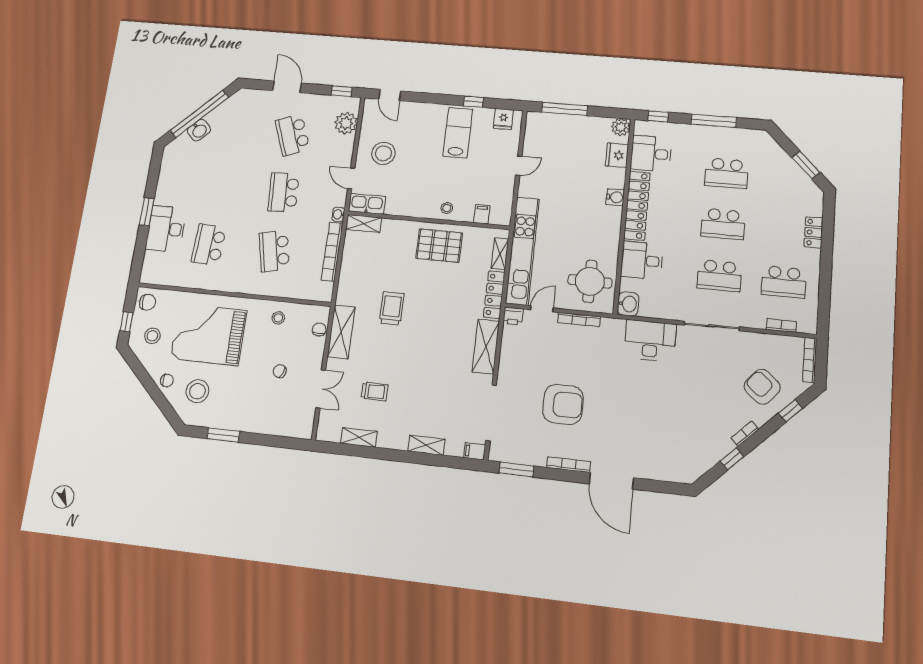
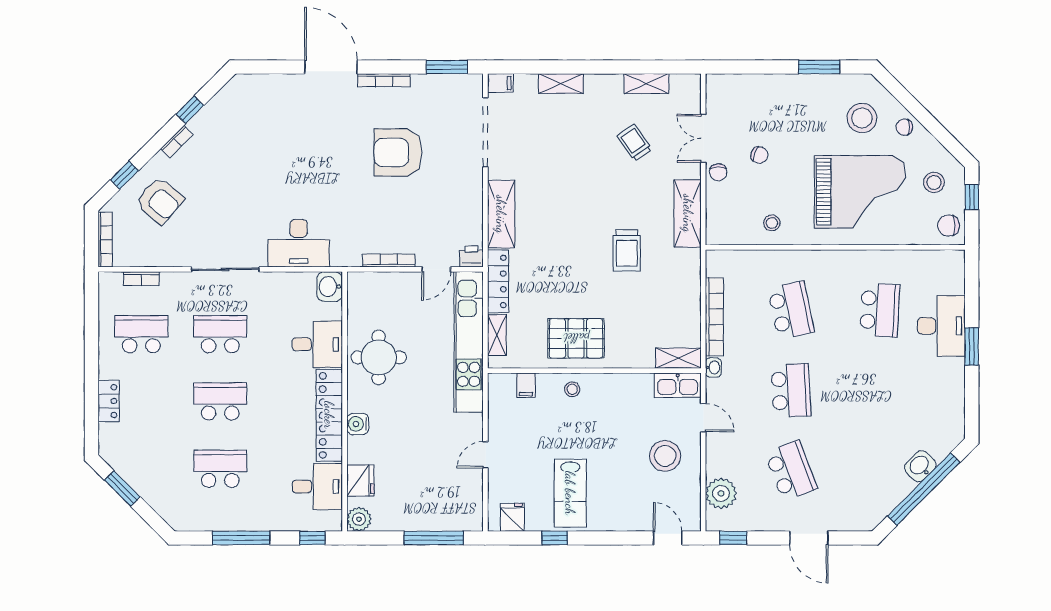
round table: (590, 281) -> (379, 357), moved
chair: (319, 329) -> (718, 172), moved
trolley: (374, 391) -> (634, 143), turned 55

